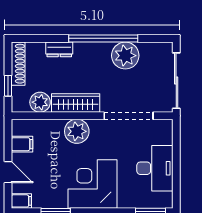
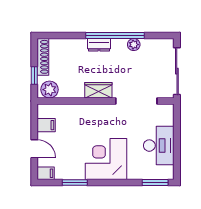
dresser: (59, 49) -> (99, 45), moved
plant: (125, 56) -> (134, 45), width x0.53, depth x0.53
plant: (40, 102) -> (50, 90), moved
wardrobe: (76, 103) -> (98, 90), width x0.67
plant: (77, 131) -> (93, 114), removed

